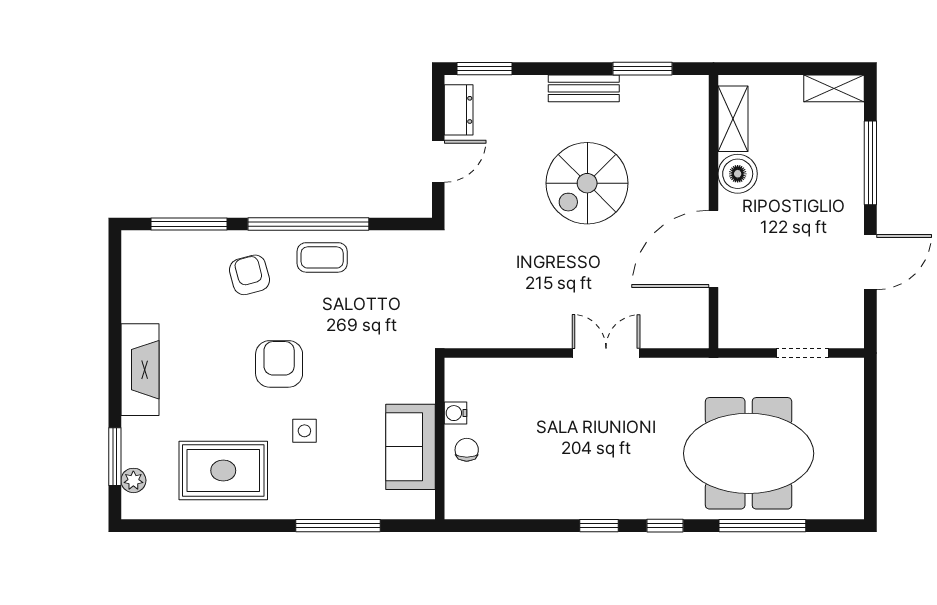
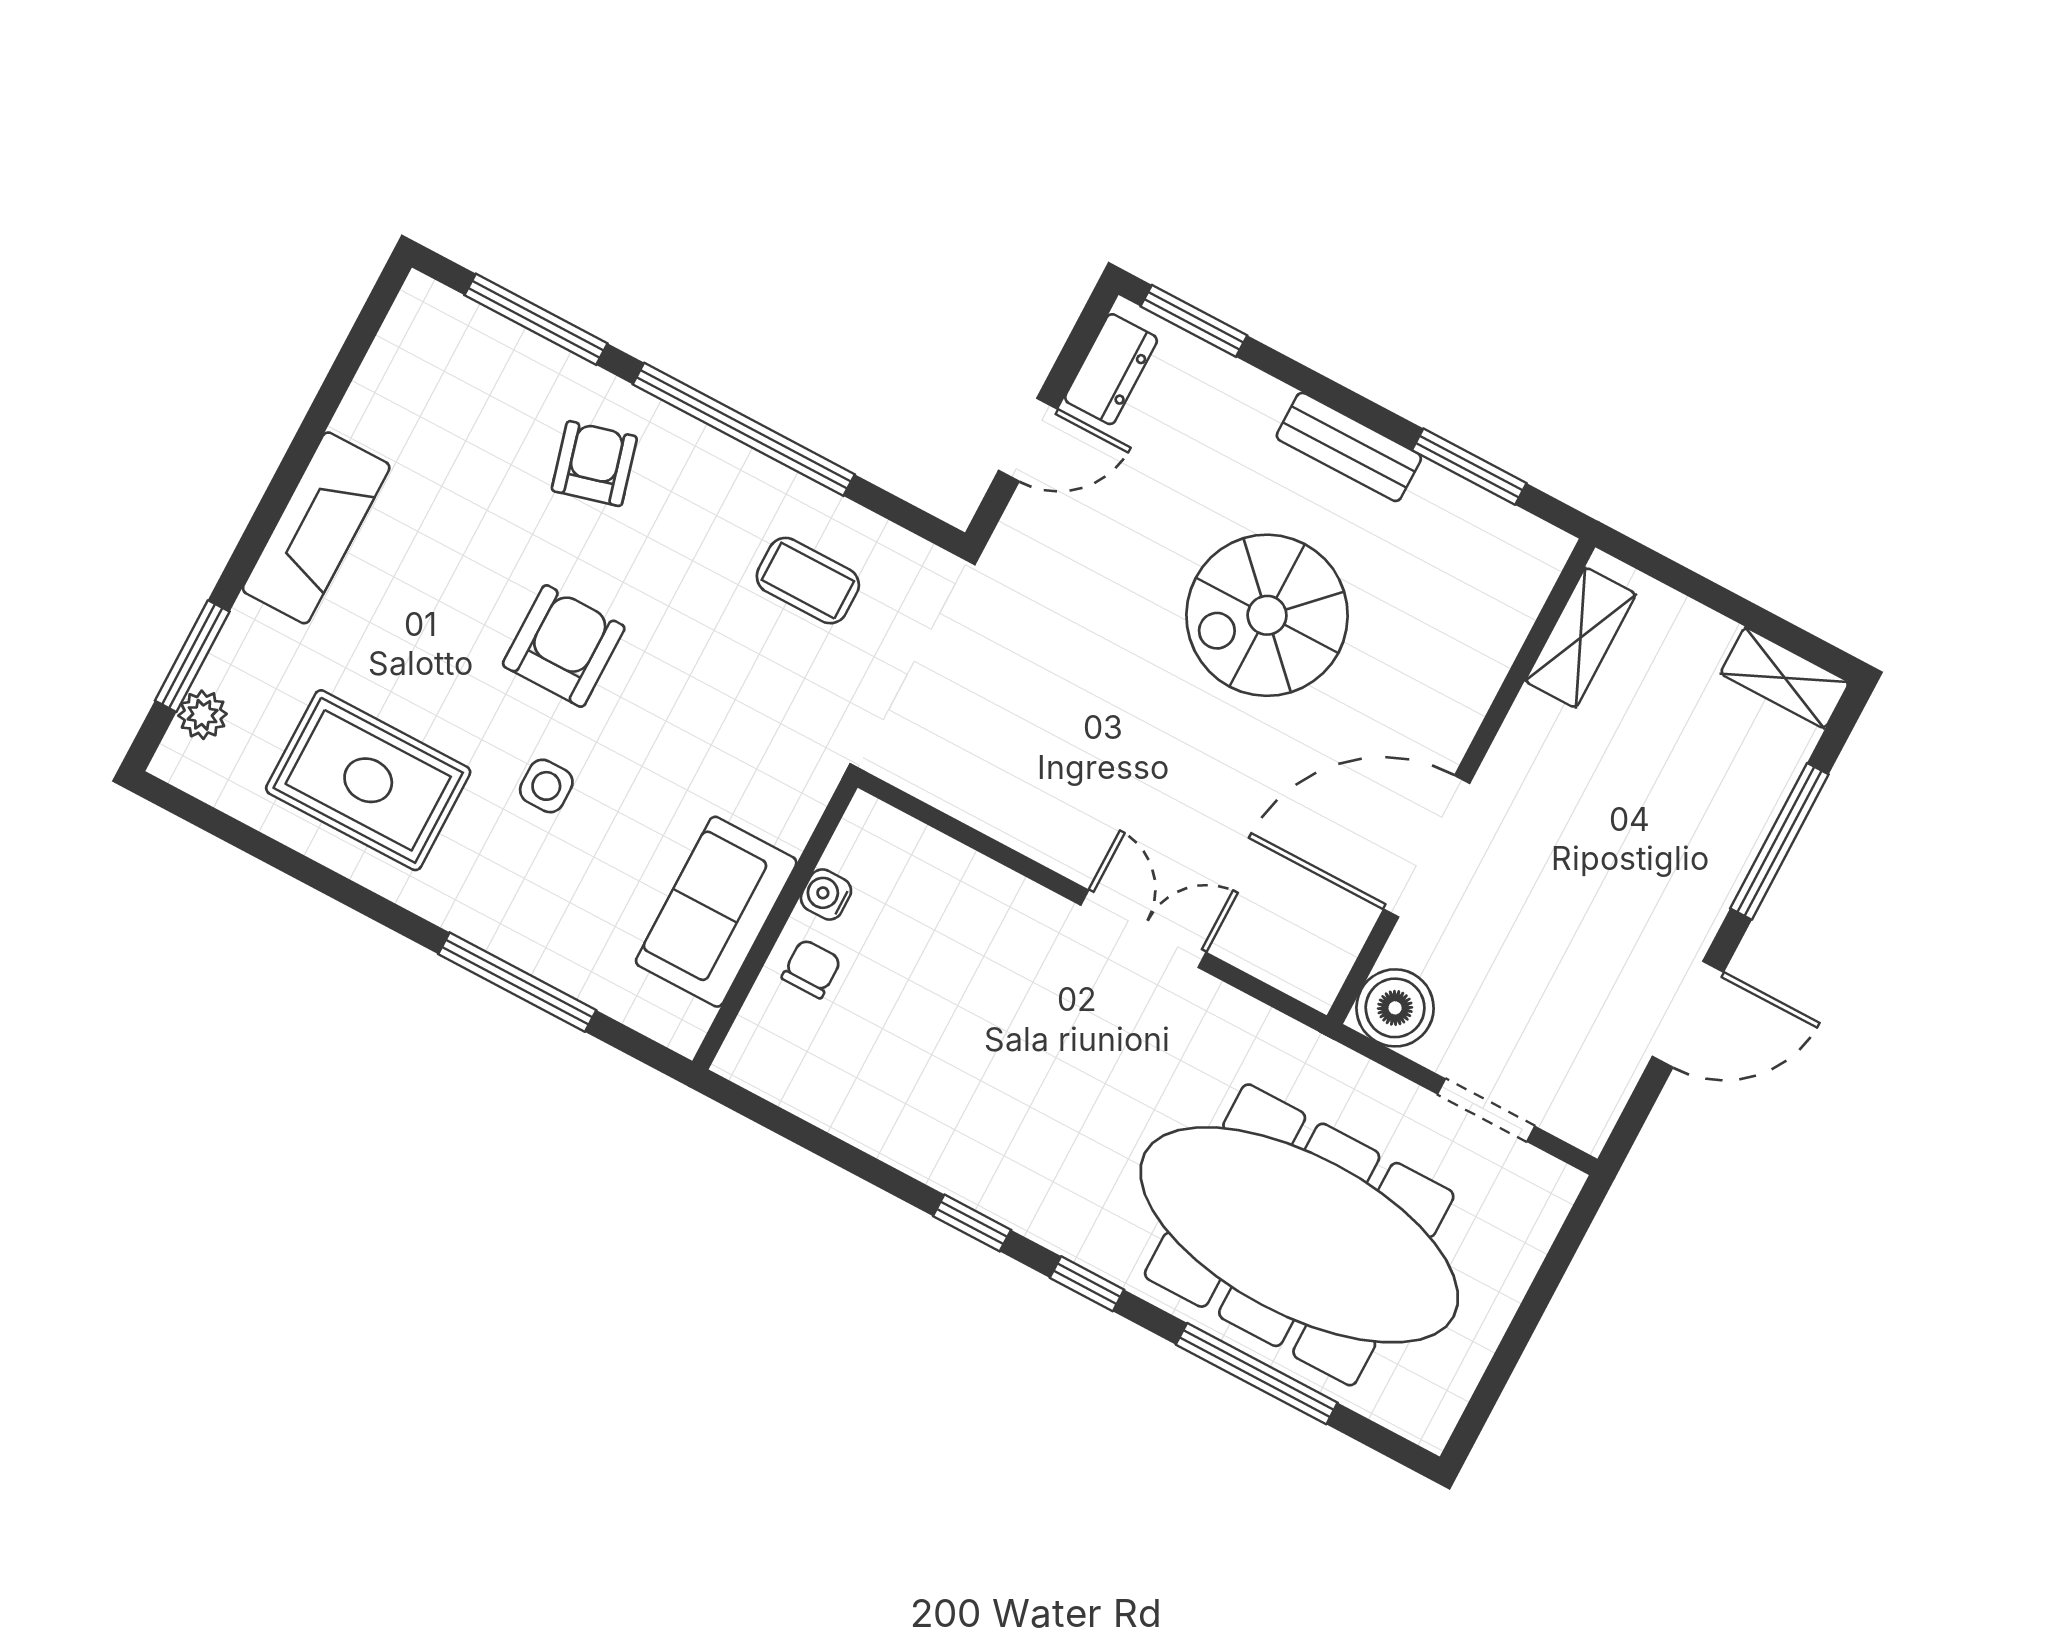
boiler: (738, 174) -> (1395, 1008), moved
coffee table: (322, 257) -> (808, 581), moved
meeting table: (749, 453) -> (1299, 1235), width x1.36

